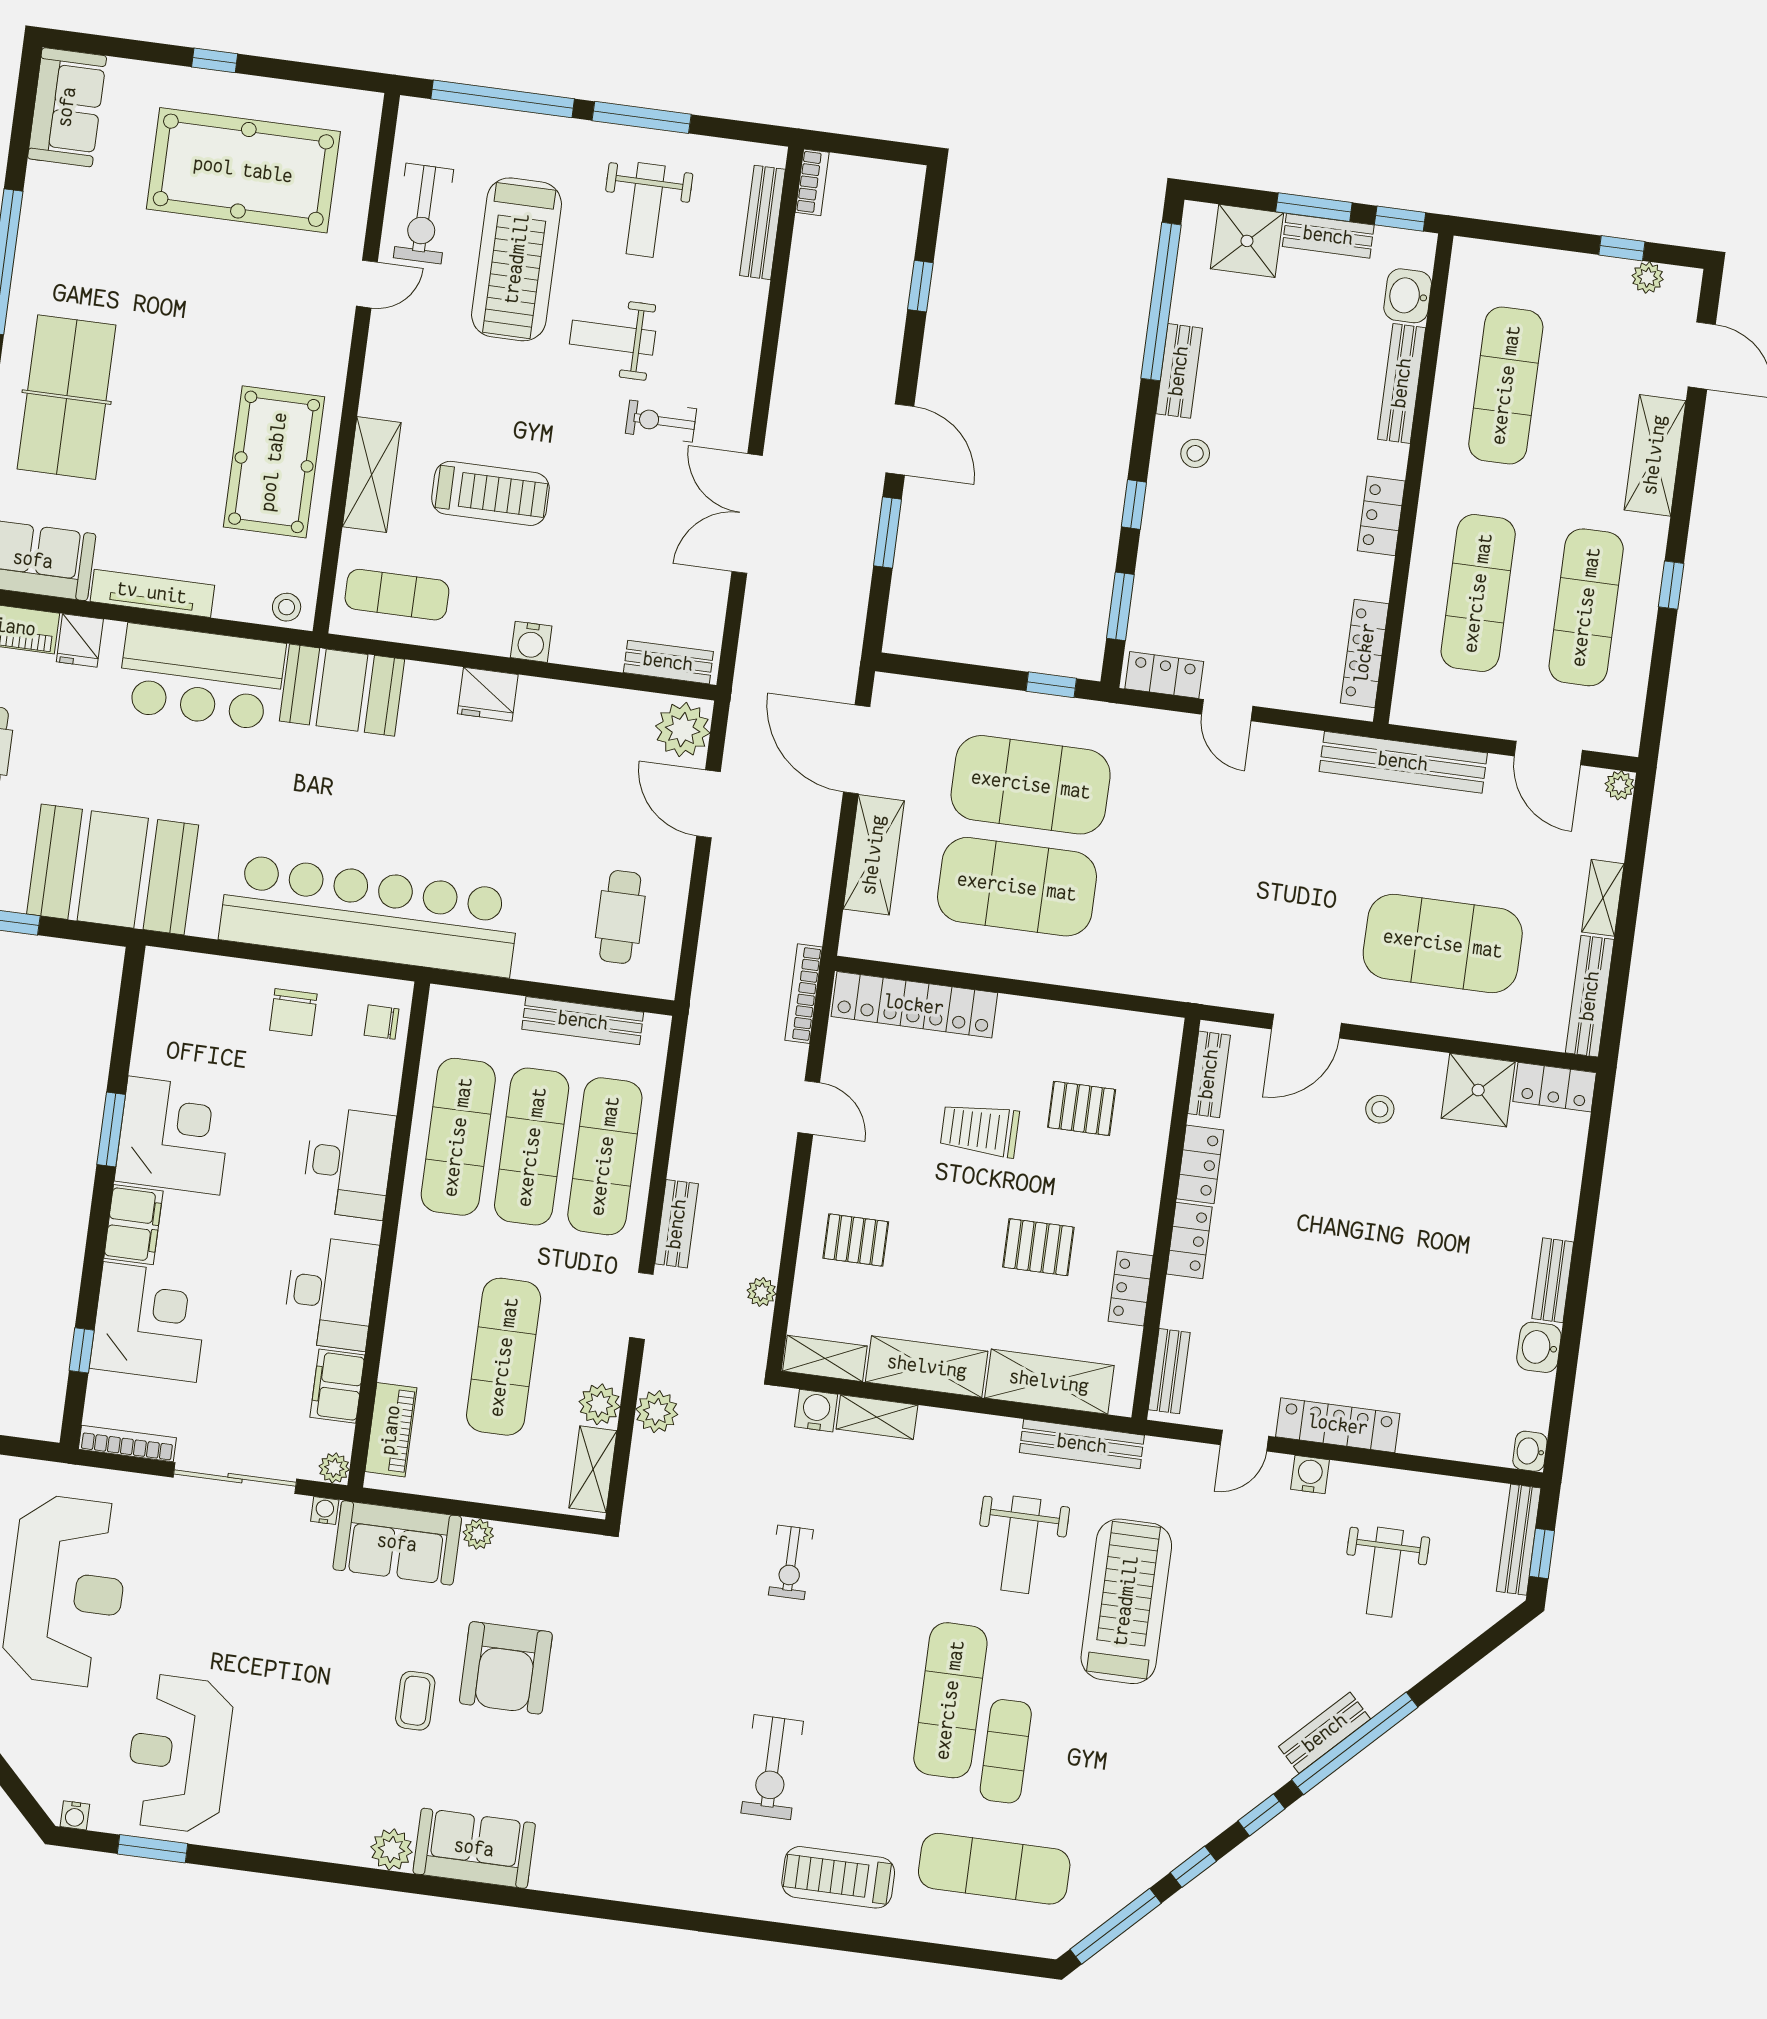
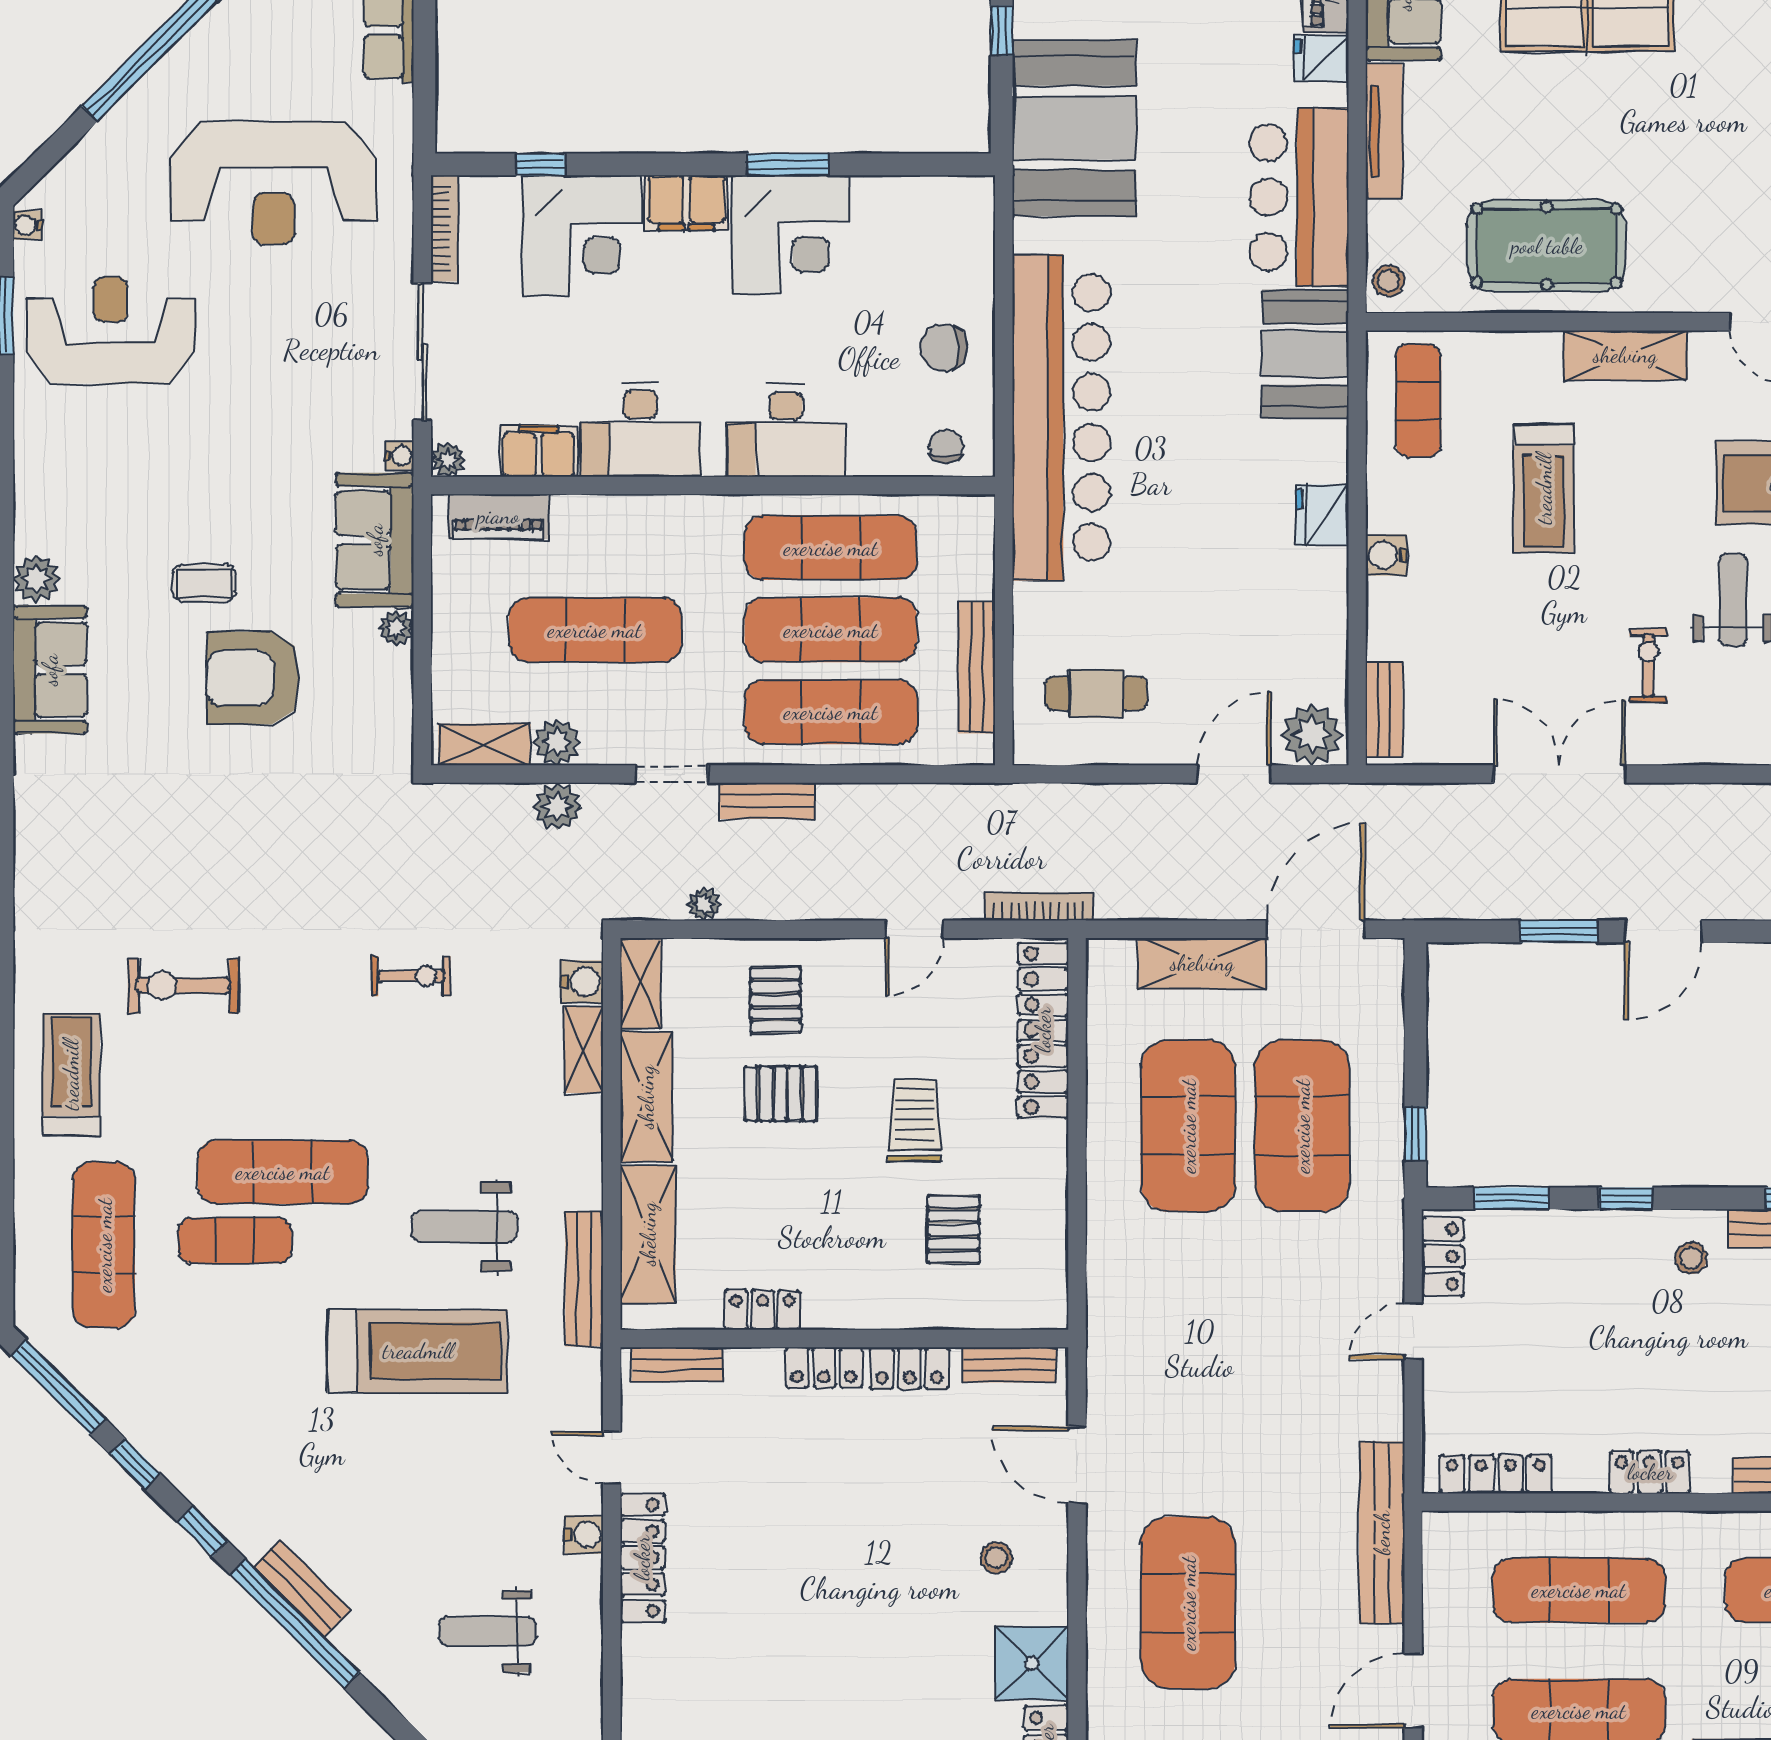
shelving: (372, 475) -> (1625, 355), moved
pallet: (1038, 1247) -> (780, 1094), moved, turned 90
exercise bike: (791, 1562) -> (411, 976), turned 180

